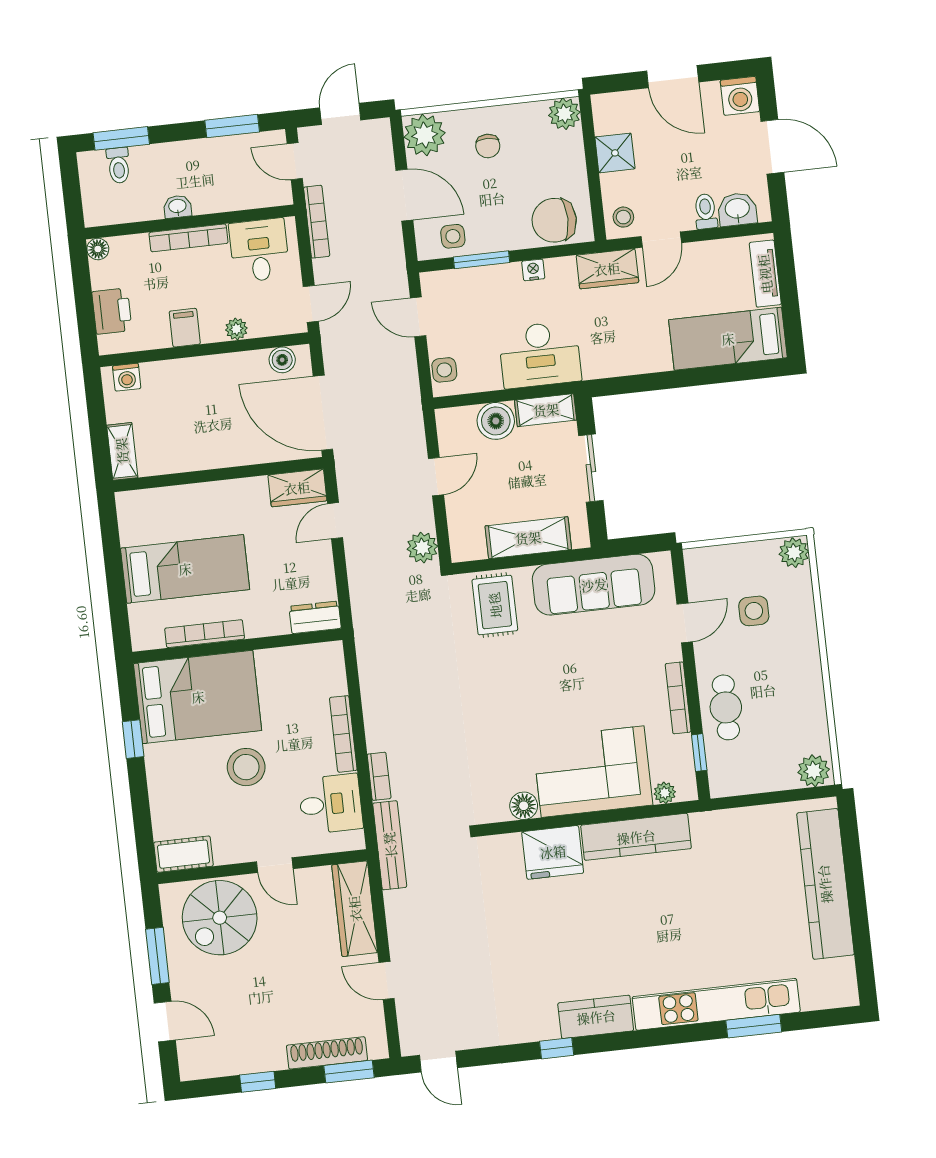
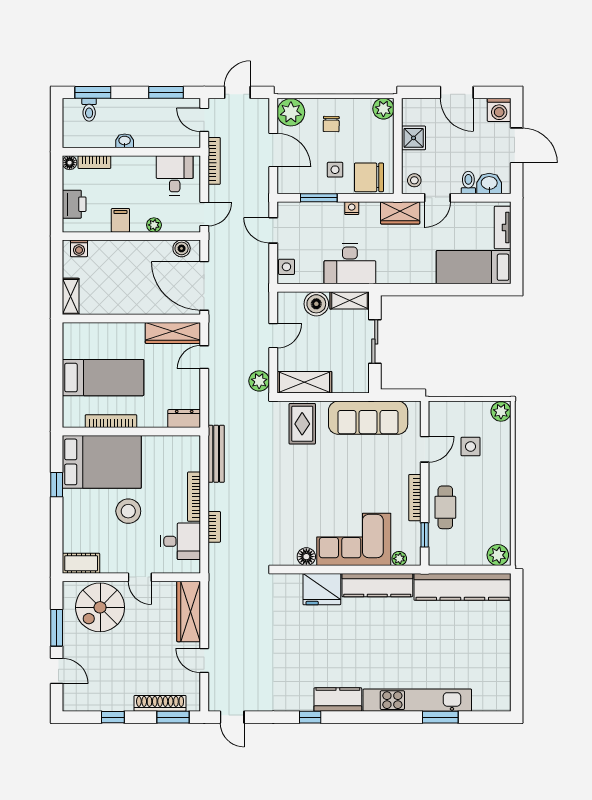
side table: (453, 236) -> (335, 170), moved
bookcase: (188, 238) -> (94, 162), moved, width x0.64
wardrobe: (297, 488) -> (173, 333), width x1.50
shelving: (528, 538) -> (304, 382), moved
bench: (390, 845) -> (216, 454), moved
kitchen counter: (825, 884) -> (462, 587), moved, turned -90

